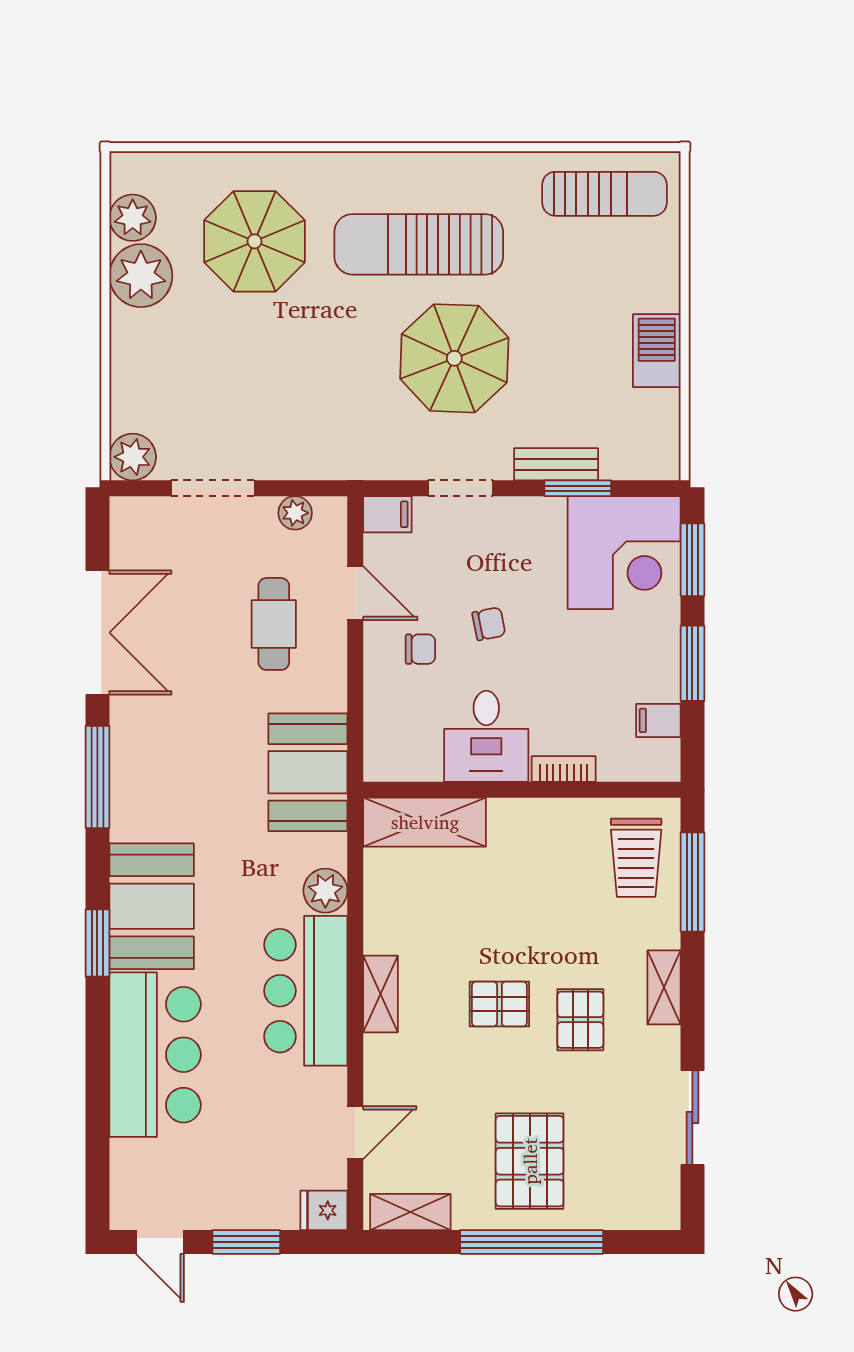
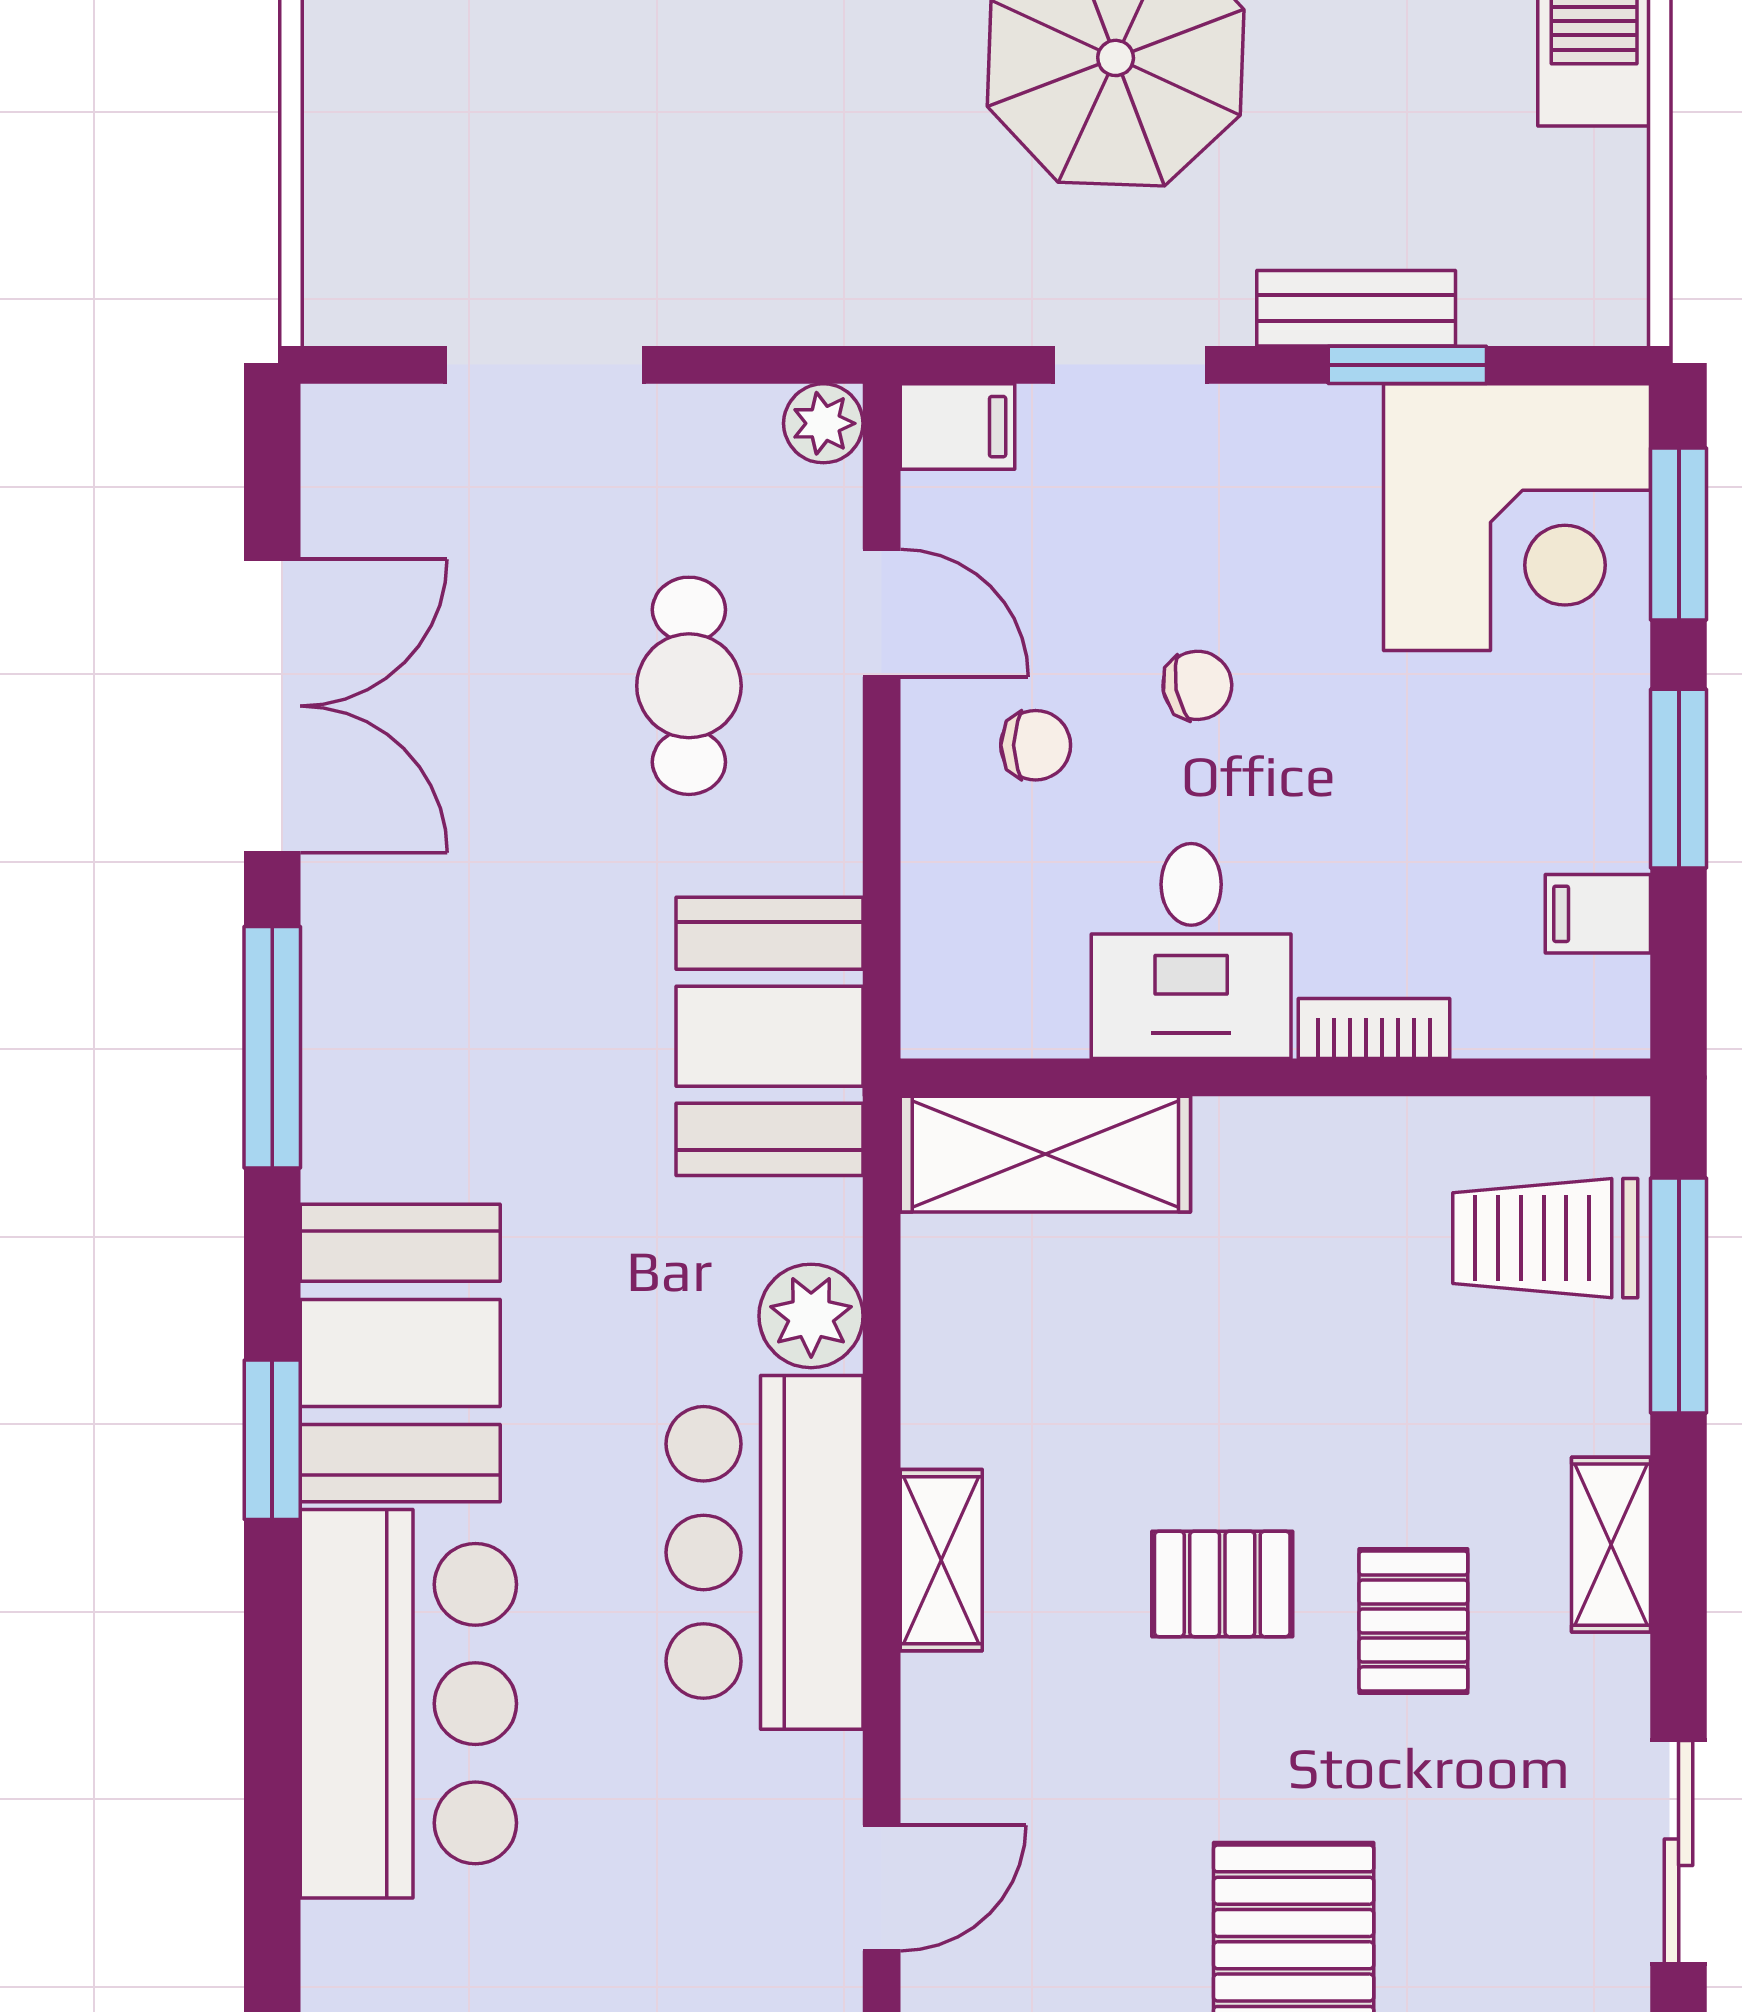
plant: (133, 457) -> (356, 291), removed
plant: (295, 513) -> (823, 423), moved
trolley: (636, 858) -> (1545, 1238), turned 90

